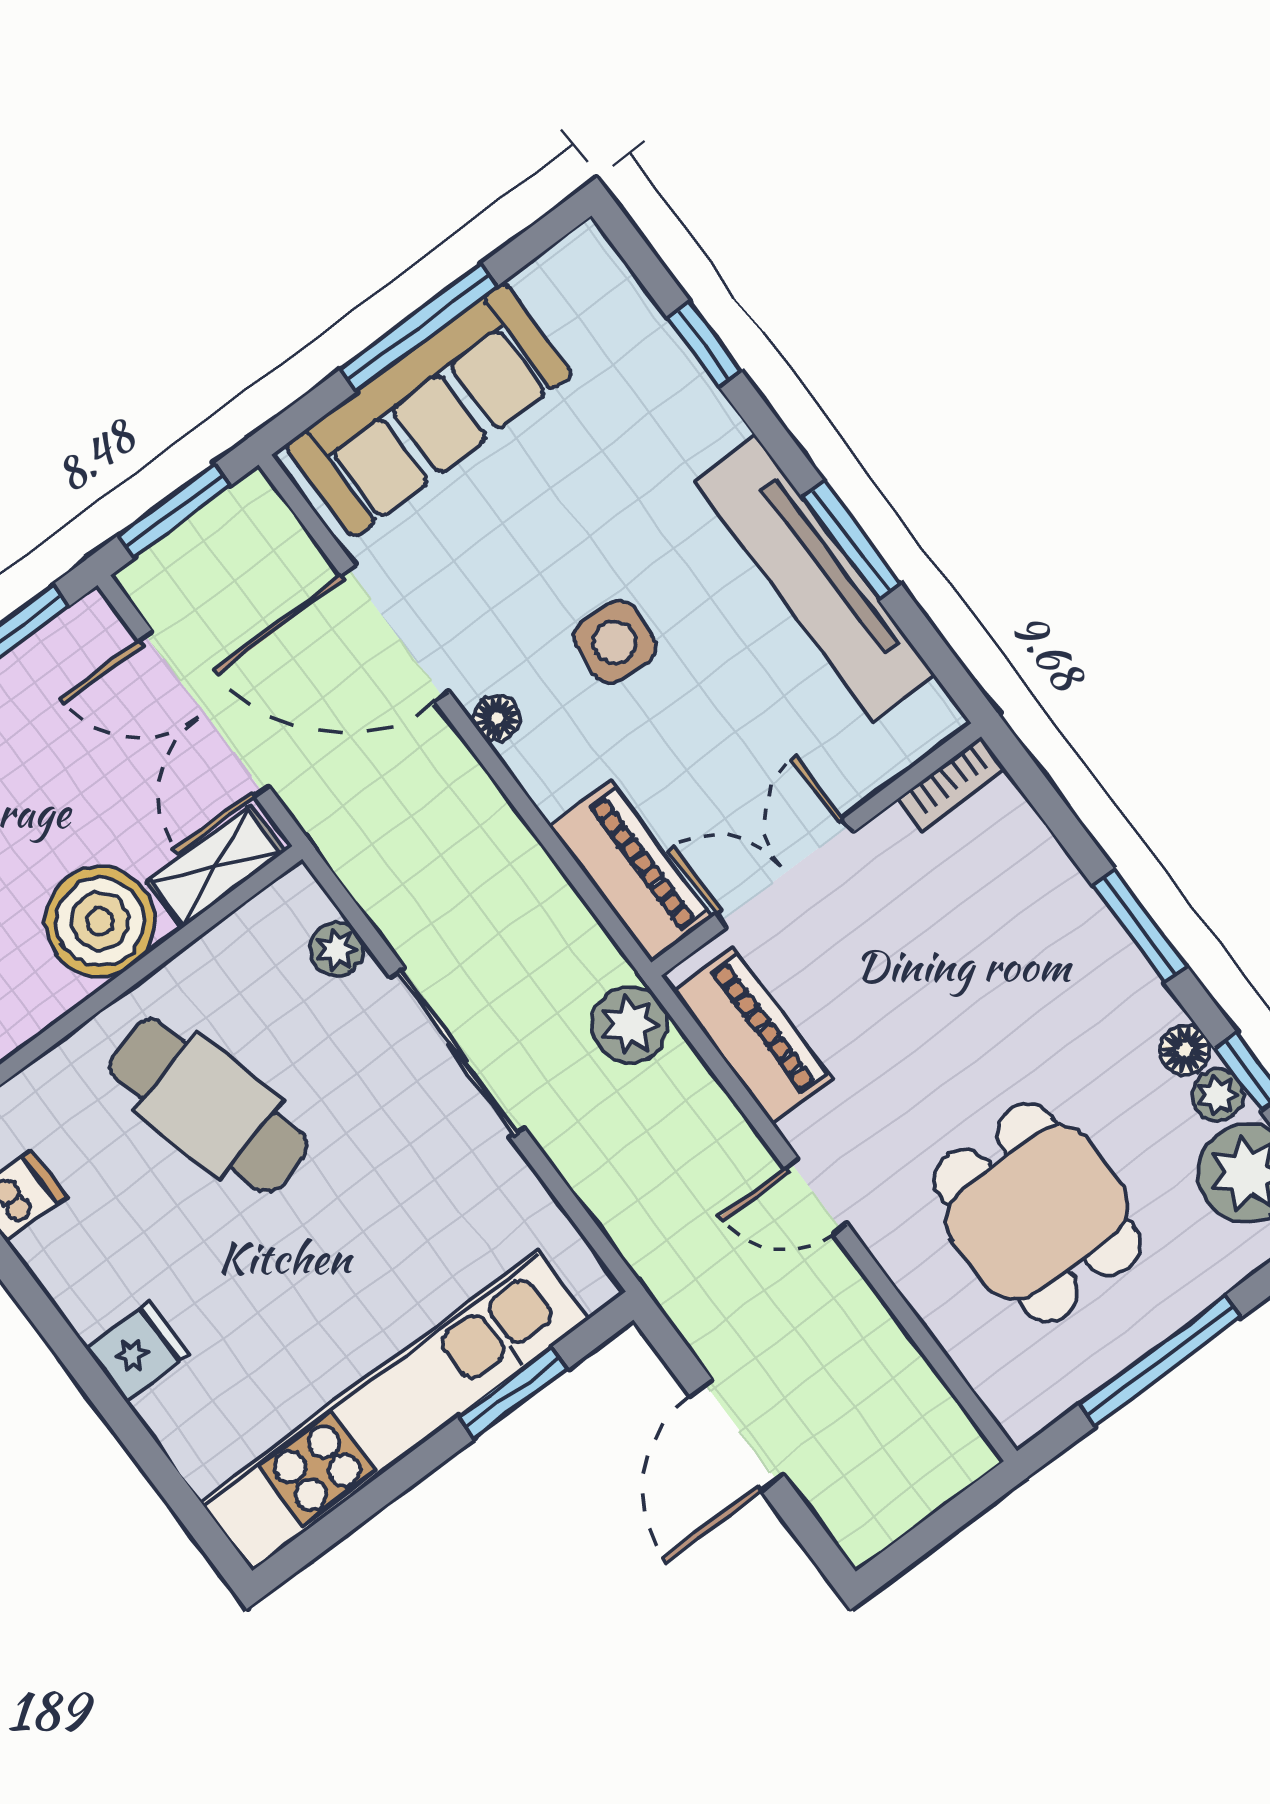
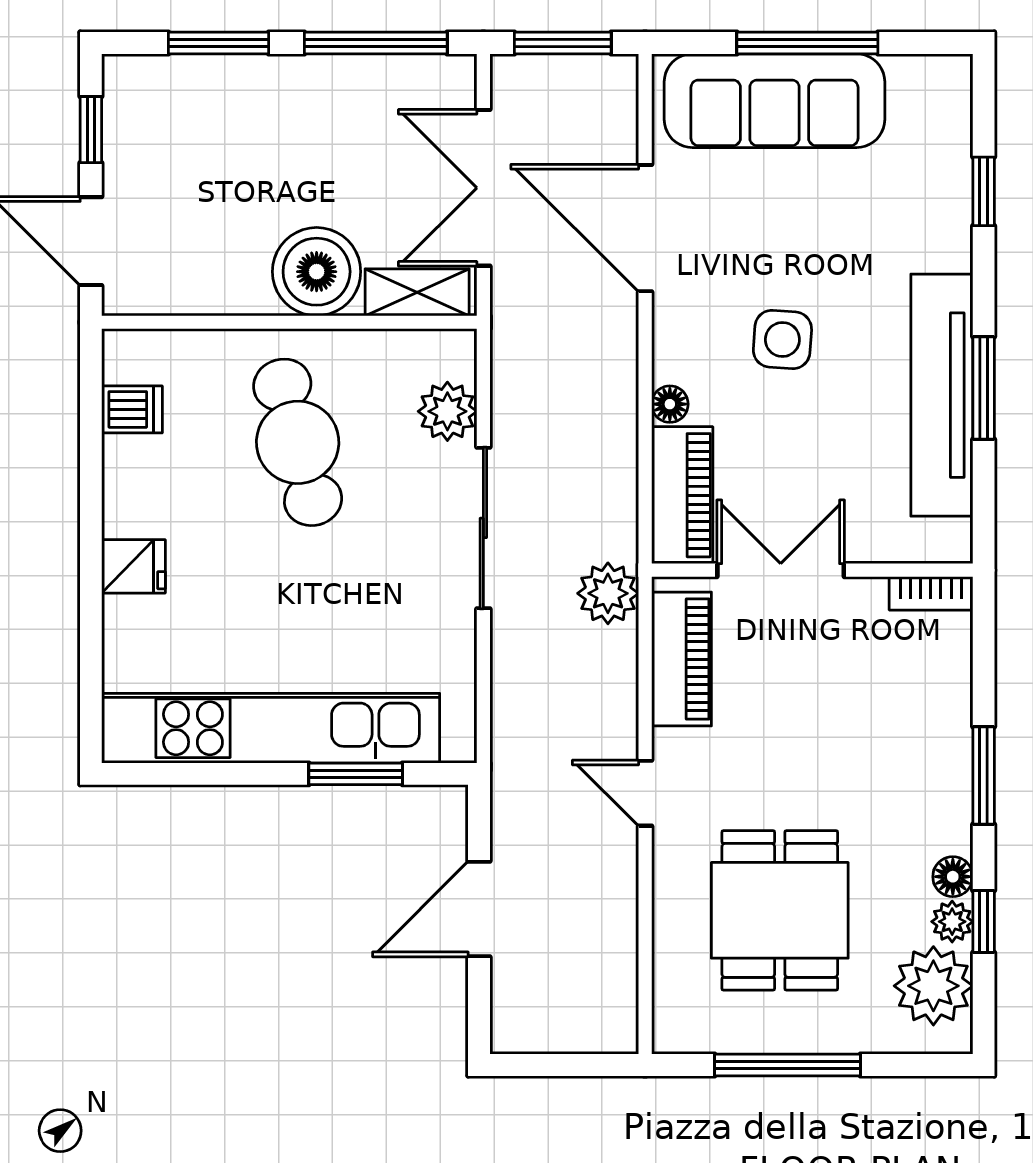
floor lamp: (497, 718) -> (670, 404), moved
plant: (337, 949) -> (447, 411), width x1.38, depth x1.38

